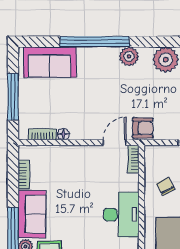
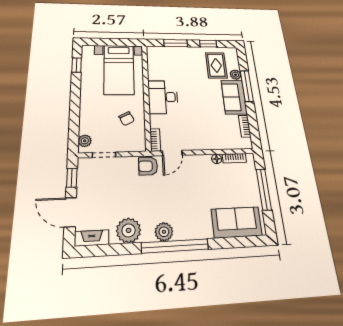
window: (95, 42) -> (175, 246), moved

